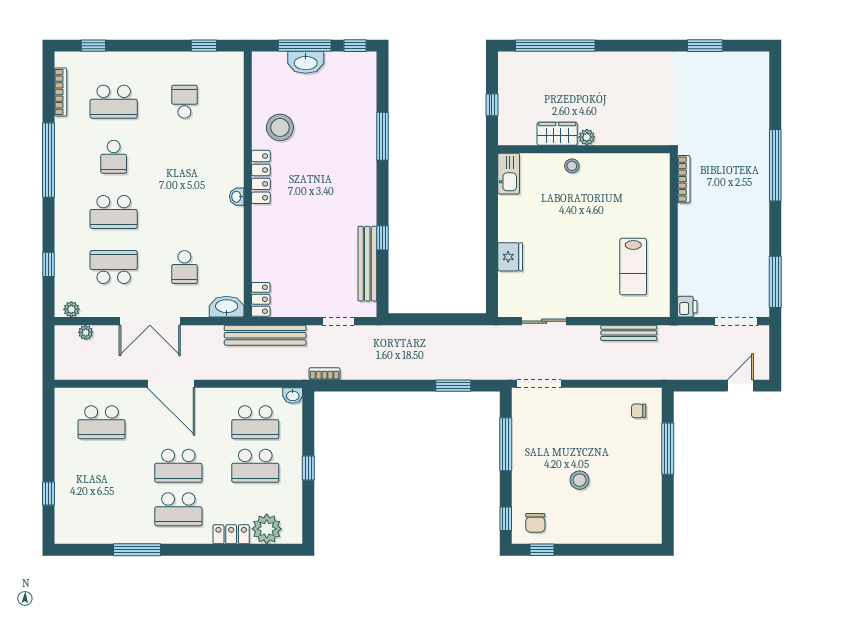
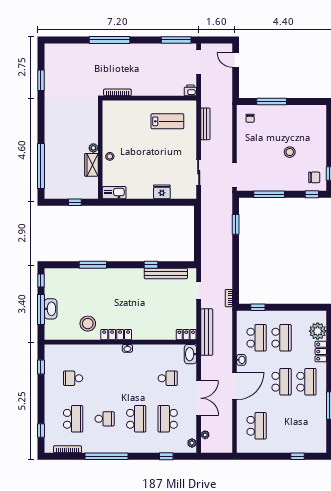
washbasin: (293, 395) -> (241, 360), moved
window: (308, 468) -> (258, 307), moved

